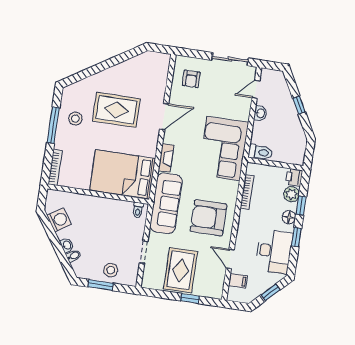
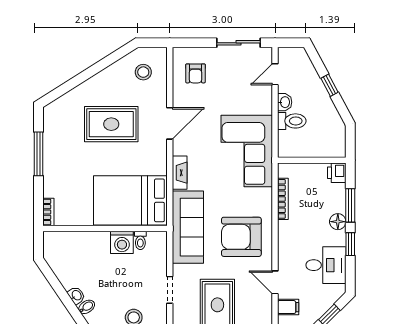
stool: (75, 119) -> (143, 72), moved
toilet: (260, 152) -> (292, 121), moved
bookcase: (55, 167) -> (48, 212), width x0.64
plant: (291, 194) -> (337, 193), removed
window: (301, 206) -> (350, 205), width x1.50
toilet: (138, 210) -> (140, 240), moved
washing machine: (59, 220) -> (122, 242), moved, turned 124
desk: (274, 251) -> (326, 265), width x0.73

